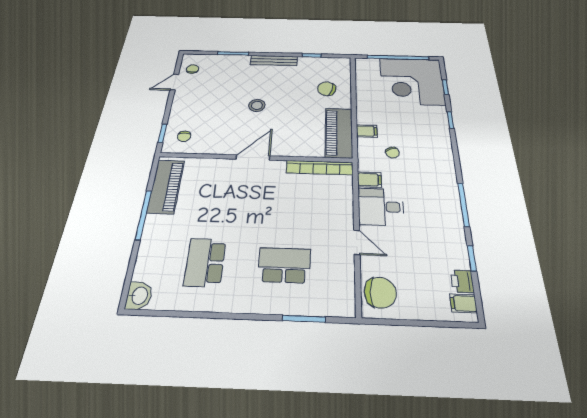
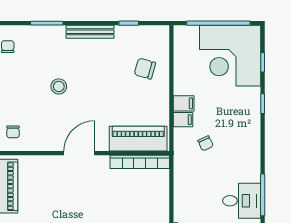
stool: (257, 105) -> (59, 86), moved
piano: (339, 133) -> (138, 139), moved, turned 90
filing cabinet: (369, 180) -> (184, 103), moved
desk: (381, 207) -> (242, 201), moved, turned 180

